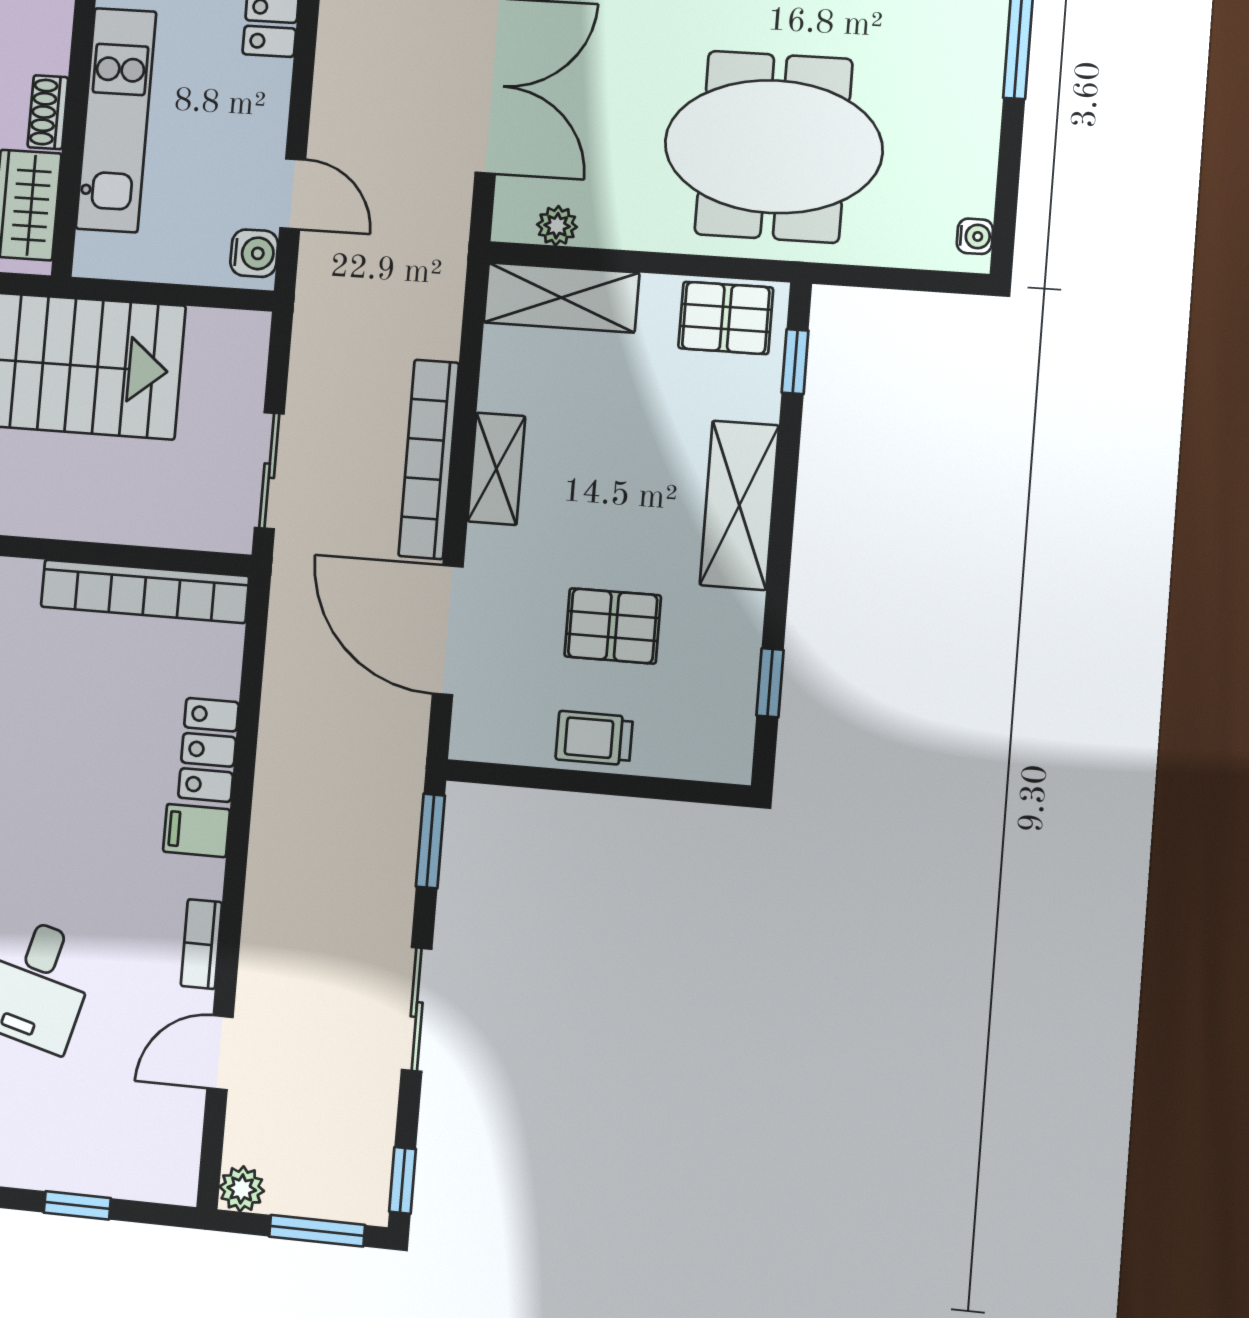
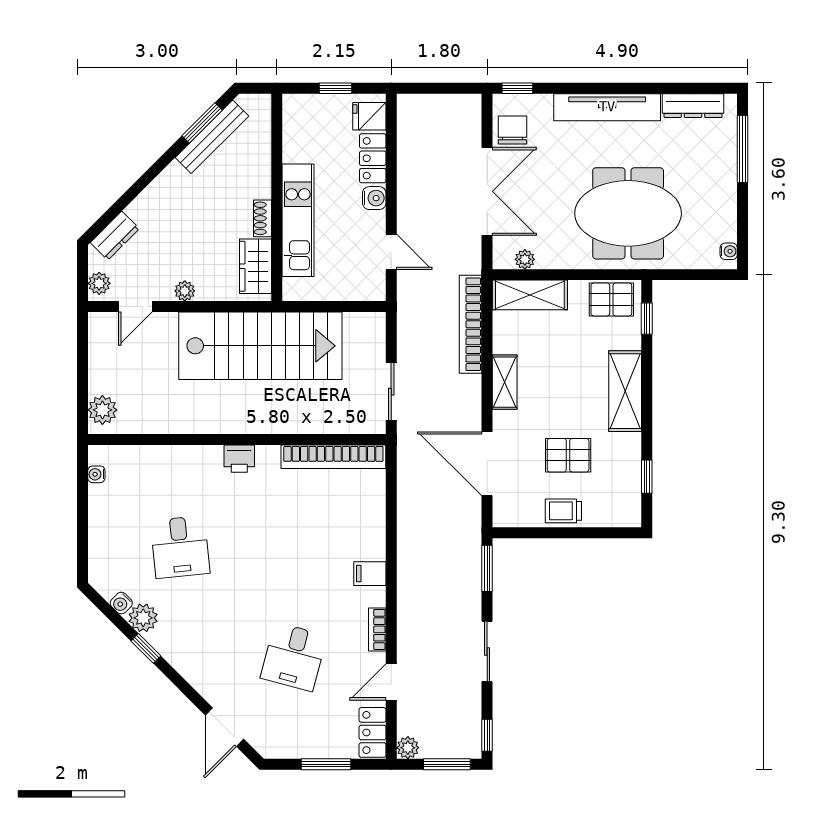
water cooler: (254, 253) -> (374, 198), moved
bookcase: (429, 459) -> (471, 324), moved
locker: (209, 750) -> (373, 732), moved
window: (77, 1205) -> (326, 764), width x1.50

